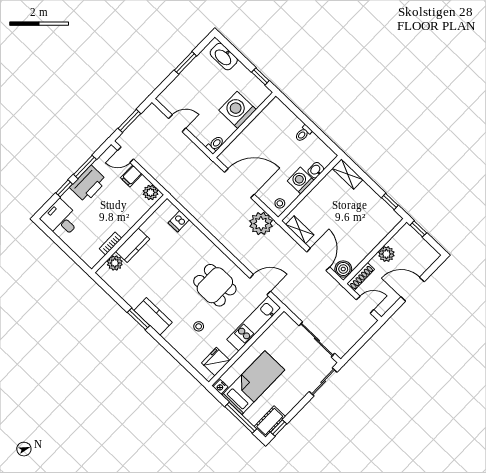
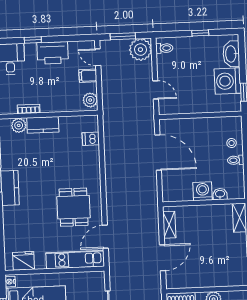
window: (185, 63) -> (200, 33), width x0.67
washing machine: (238, 110) -> (228, 81), moved, turned -90
door: (177, 123) -> (156, 90), moved
toilet: (215, 145) -> (164, 48), moved
window: (85, 167) -> (62, 39), removed
stool: (280, 203) -> (232, 143), moved
plant: (261, 223) -> (140, 50), moved
boiler: (343, 269) -> (174, 281), removed
door: (260, 285) -> (105, 237), swing flipped
stool: (199, 326) -> (35, 225), removed

